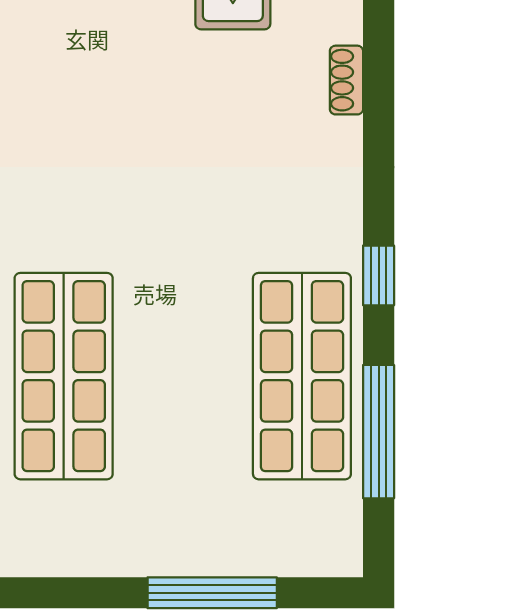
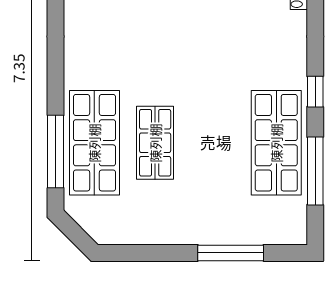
shop shelf: (64, 376) -> (155, 143), width x0.70, depth x0.74

